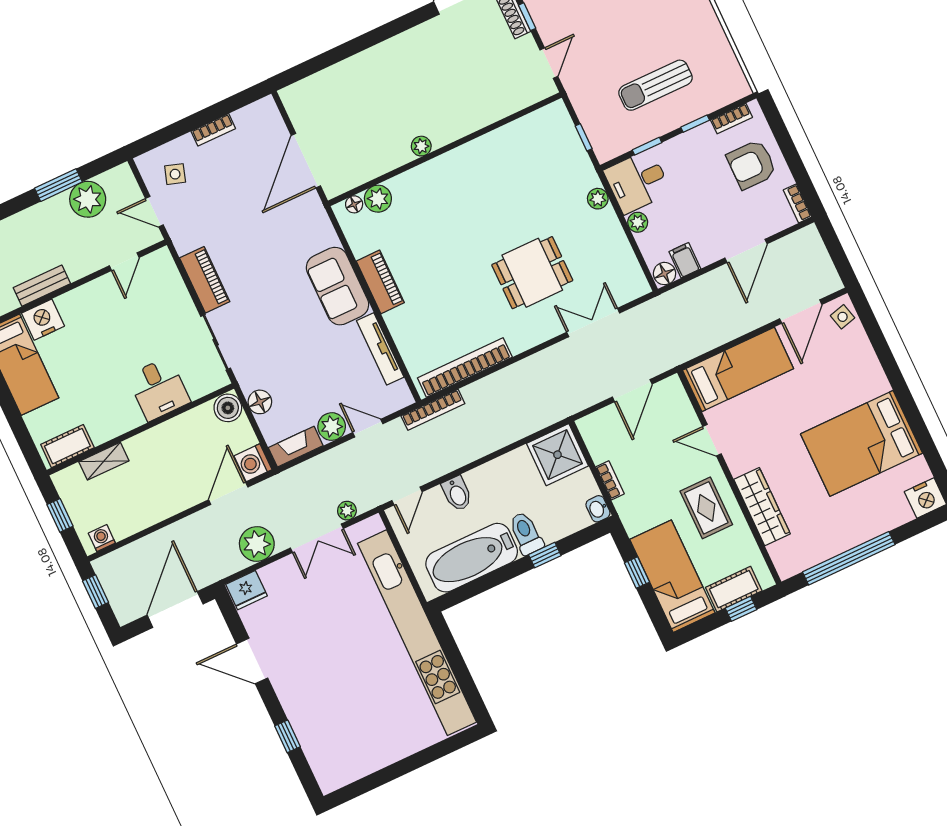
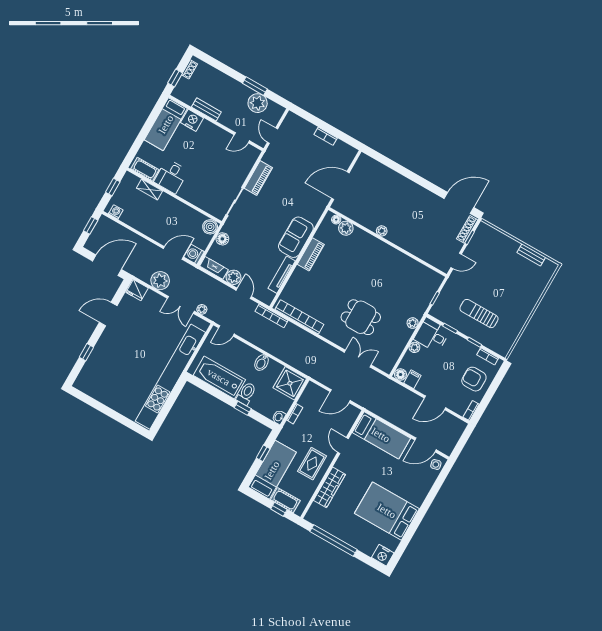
side table: (175, 174) -> (295, 133), removed
desk: (159, 389) -> (171, 176), moved
bidet: (457, 494) -> (262, 363), moved
door: (252, 661) -> (108, 314), hinge flipped

